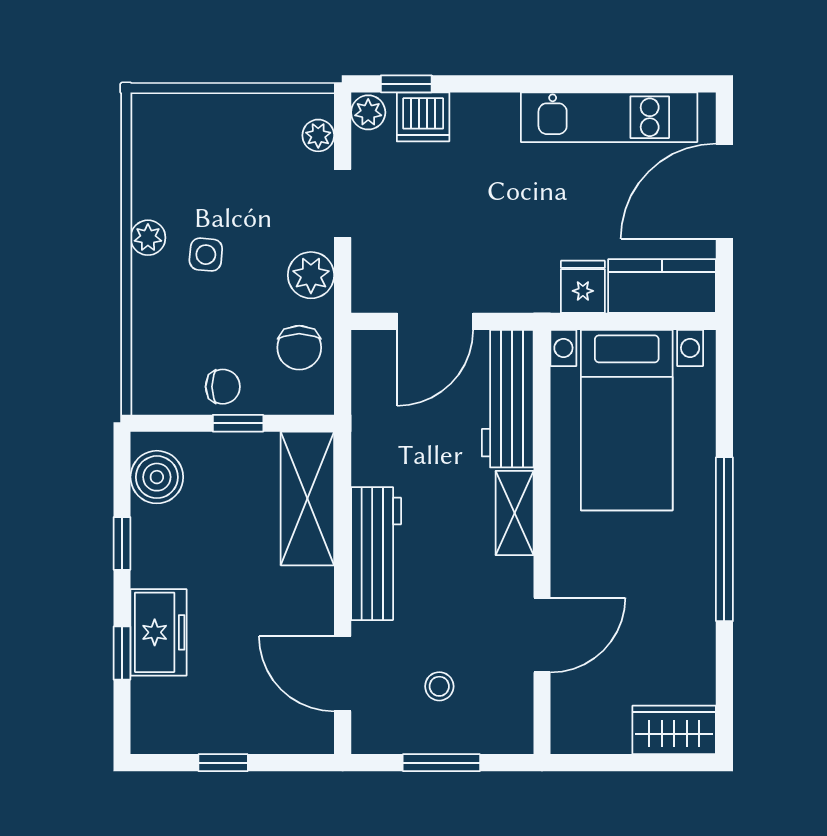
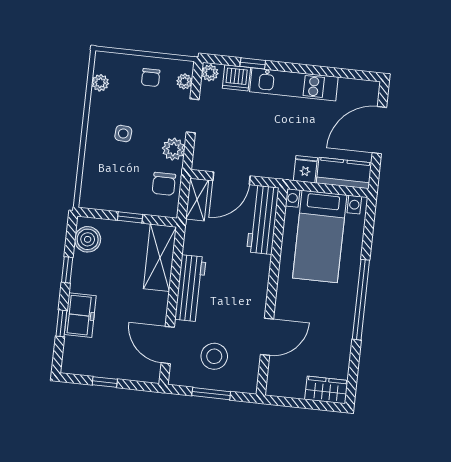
window: (406, 84) -> (253, 63), moved
kitchen unit: (609, 117) -> (294, 84), moved
plant: (148, 238) -> (100, 83), moved
chair: (223, 387) -> (151, 78), moved, turned 90
shelving: (515, 513) -> (197, 199), moved
stool: (439, 686) -> (214, 356), width x1.89, depth x1.89

